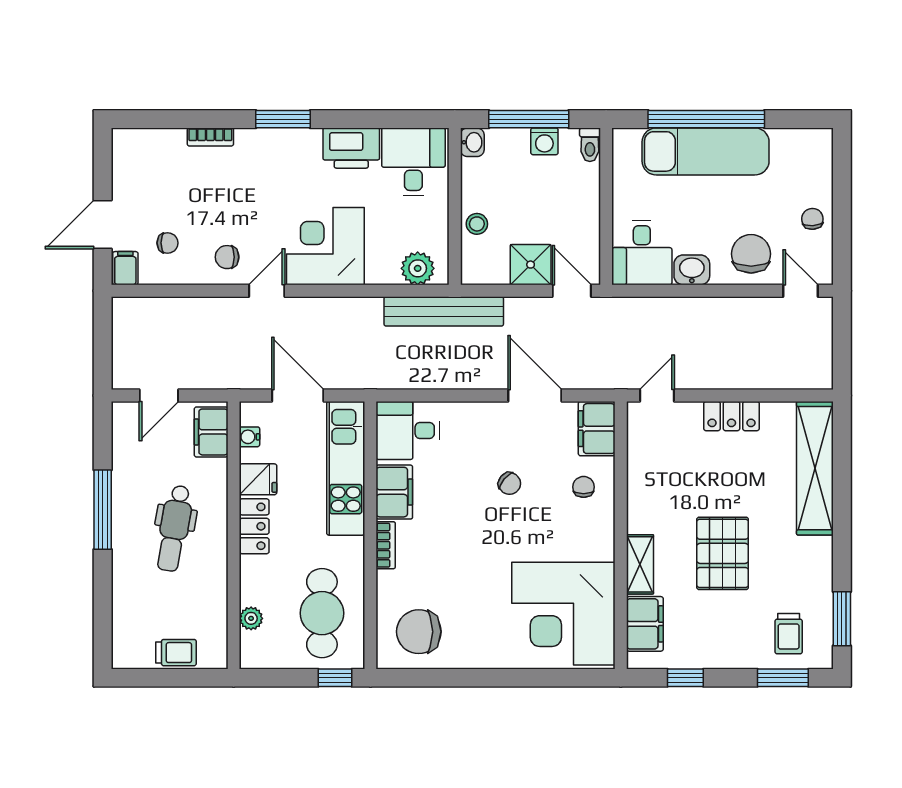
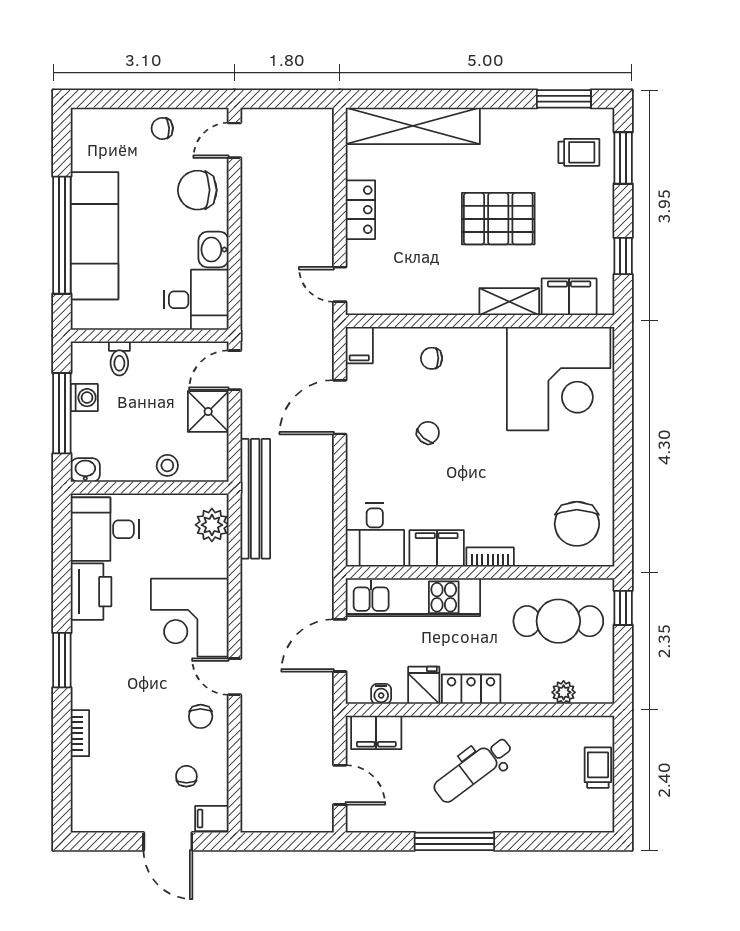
toilet: (590, 145) -> (119, 358), moved, turned 90
filing cabinet: (597, 429) -> (359, 345), width x0.50
dental chair: (174, 528) -> (473, 769), turned 133

